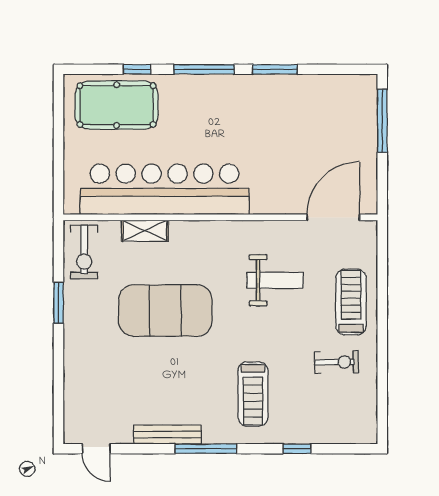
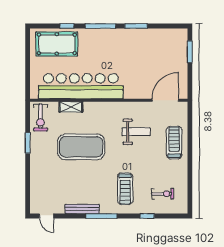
window: (382, 121) -> (190, 52), width x0.69
exercise bike: (336, 362) -> (163, 194), moved

